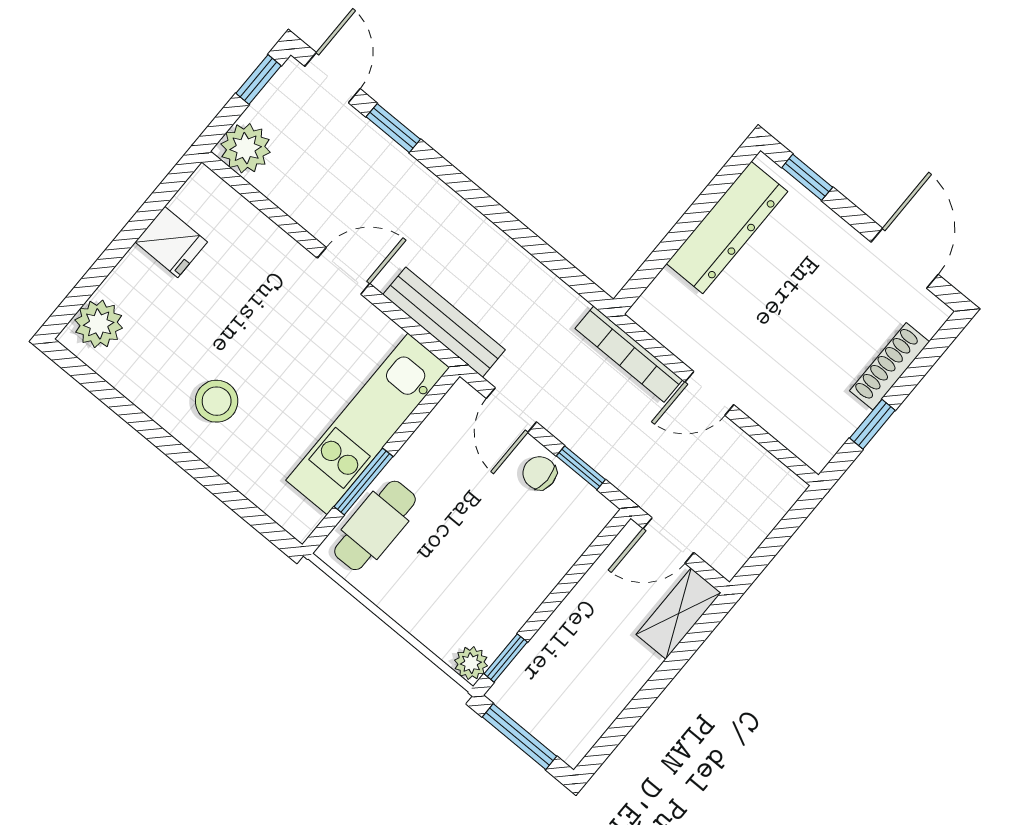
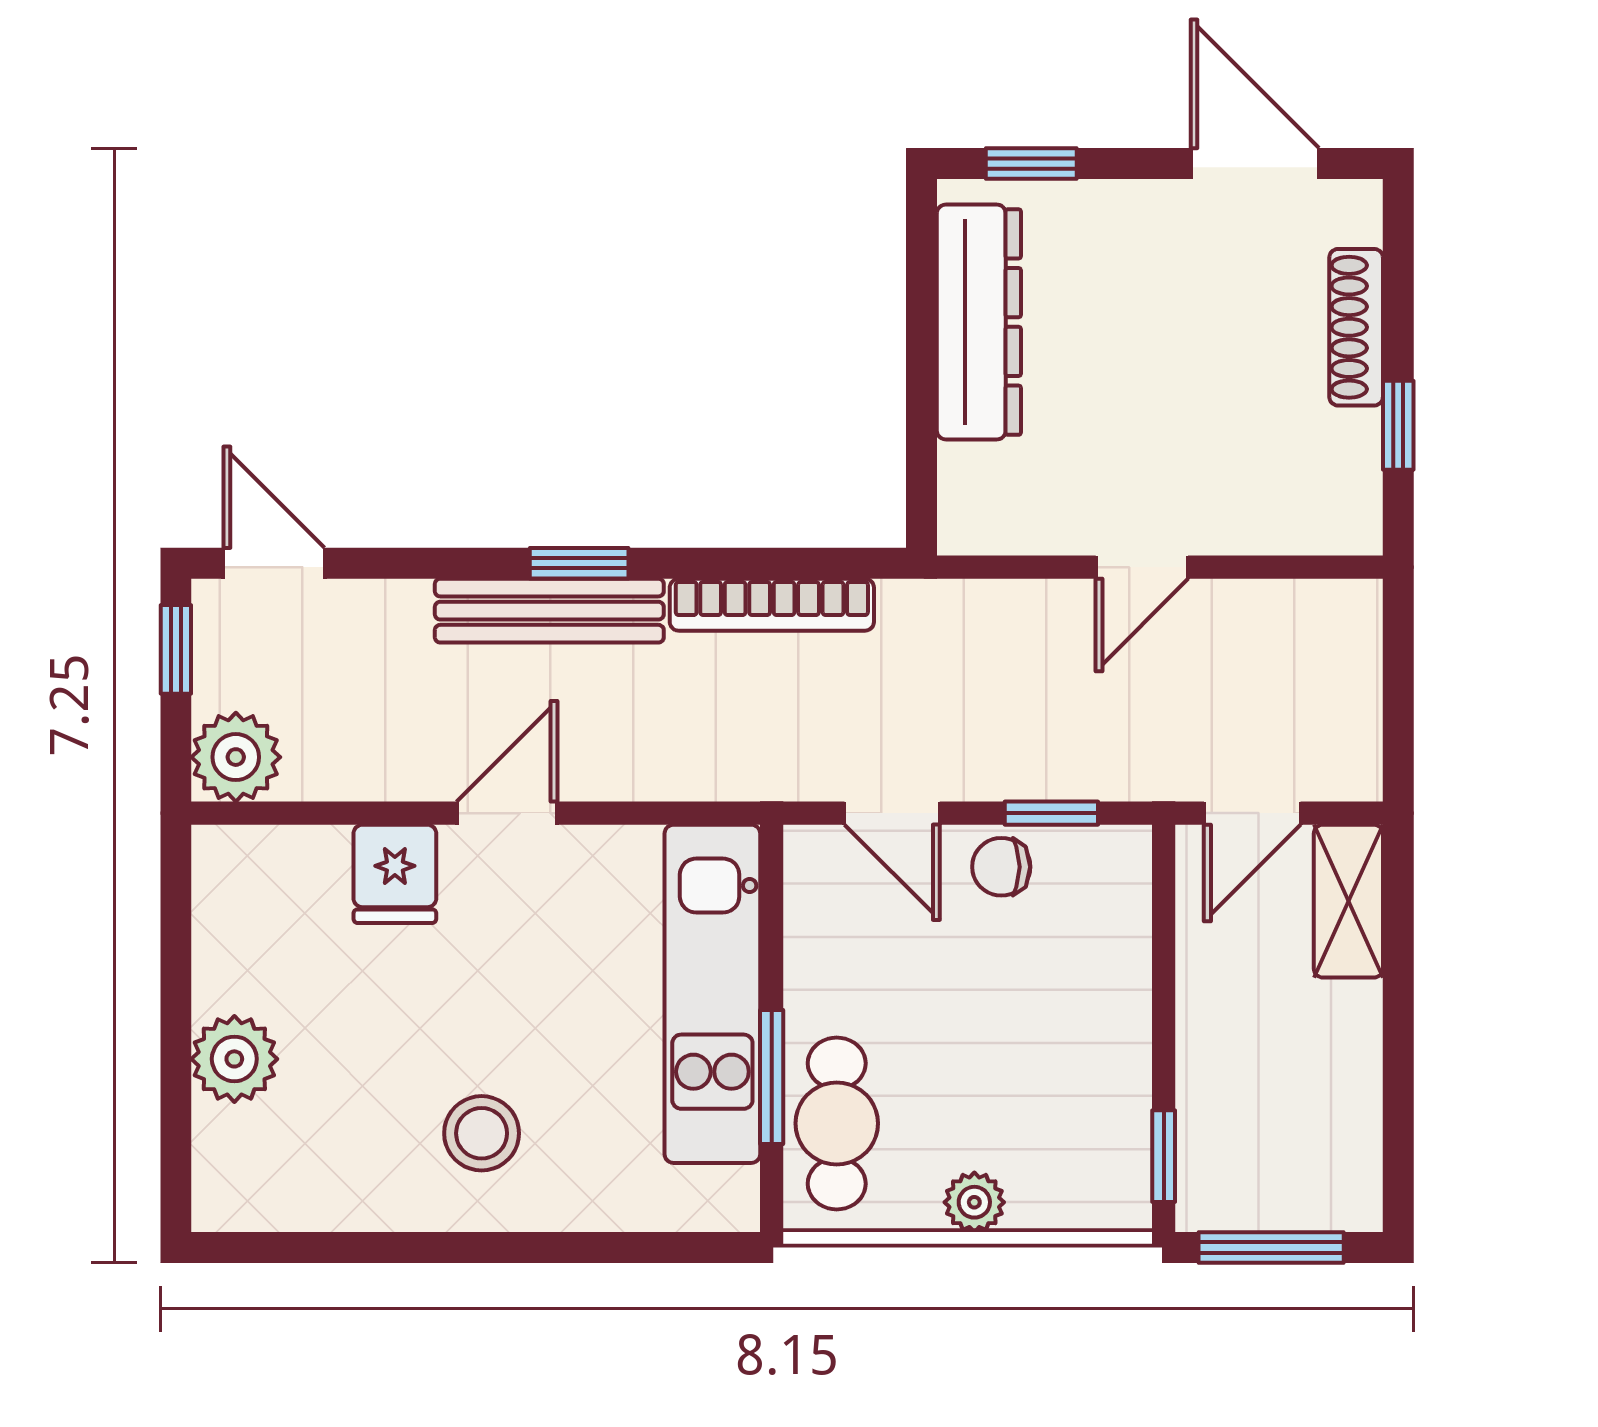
window: (393, 128) -> (579, 563), moved
fridge: (171, 242) -> (395, 874), moved, turned 90
bench: (444, 322) -> (549, 611), moved
plant: (99, 324) -> (234, 1059), moved
bookcase: (629, 354) -> (772, 605), moved
plant: (471, 663) -> (974, 1202), moved

